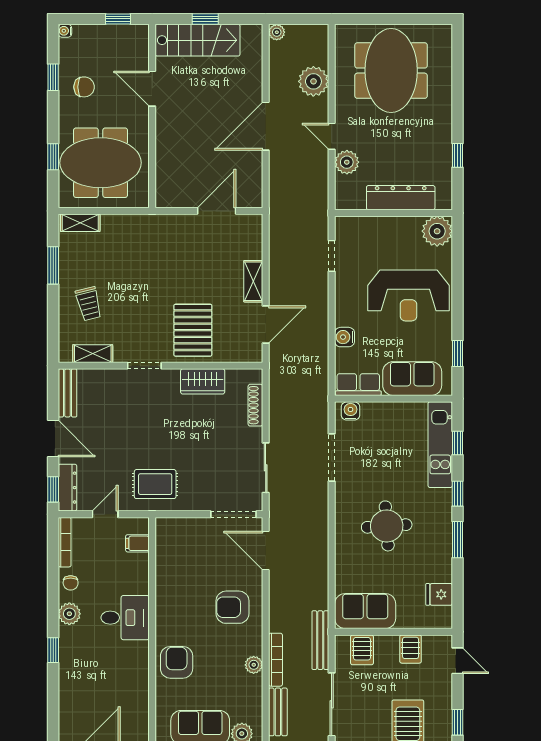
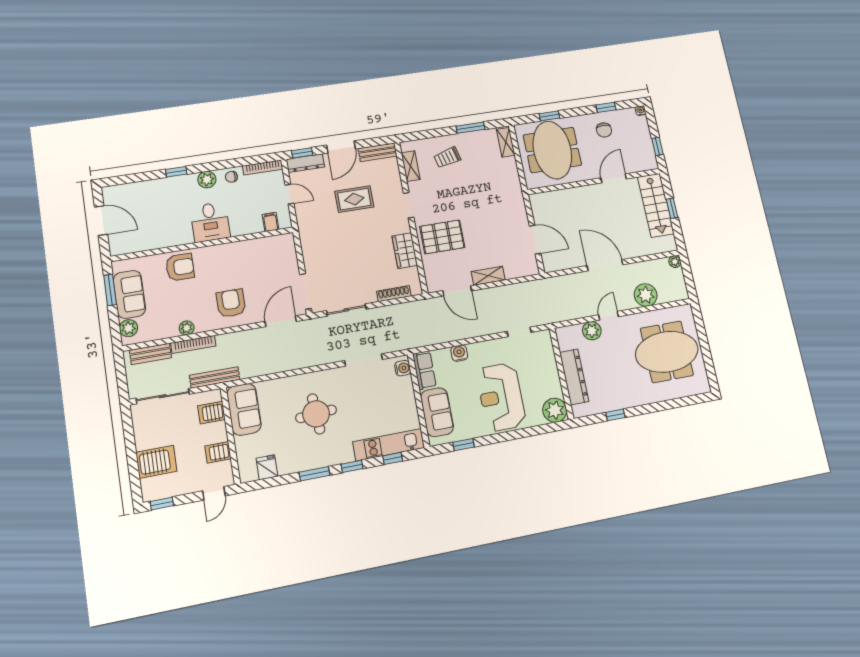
rug: (155, 484) -> (354, 199), moved, turned 90

